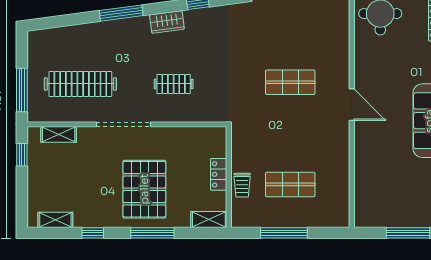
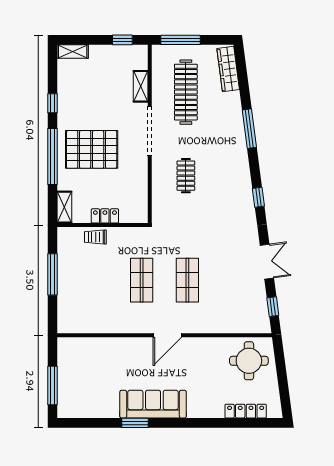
wardrobe: (167, 22) -> (228, 69), moved, width x1.50
shelving: (59, 134) -> (141, 86), moved
shop shelf: (290, 184) -> (142, 280), moved
shelving: (55, 220) -> (73, 51), moved, turned 90
window: (152, 233) -> (52, 157), width x1.46

